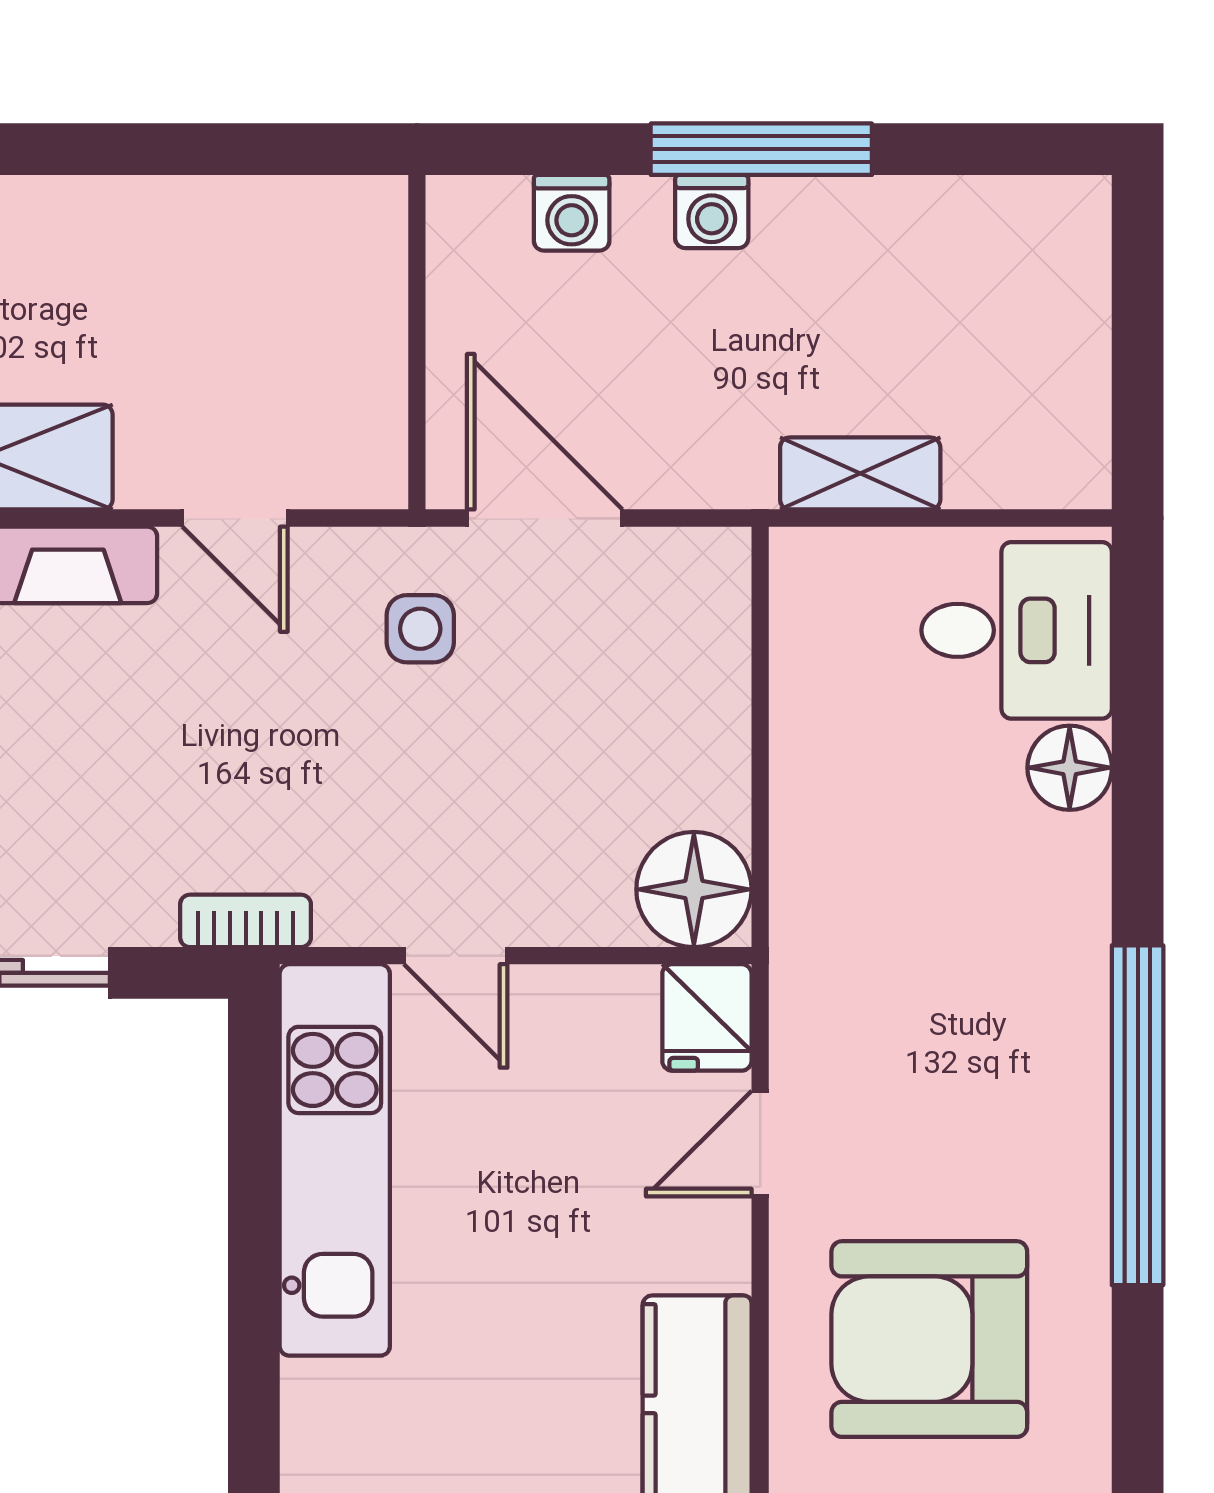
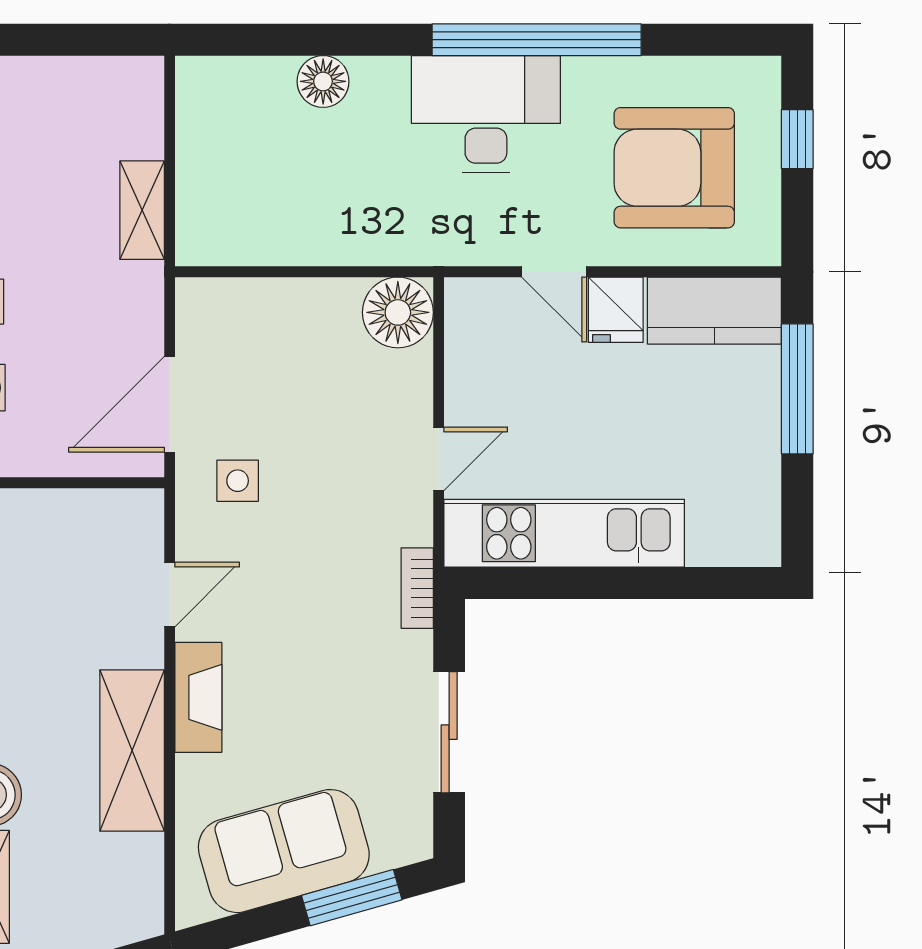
desk: (1017, 630) -> (486, 114), moved, width x1.37
fridge: (707, 1017) -> (616, 310), moved, turned 90
armchair: (929, 1339) -> (674, 168), turned 90

